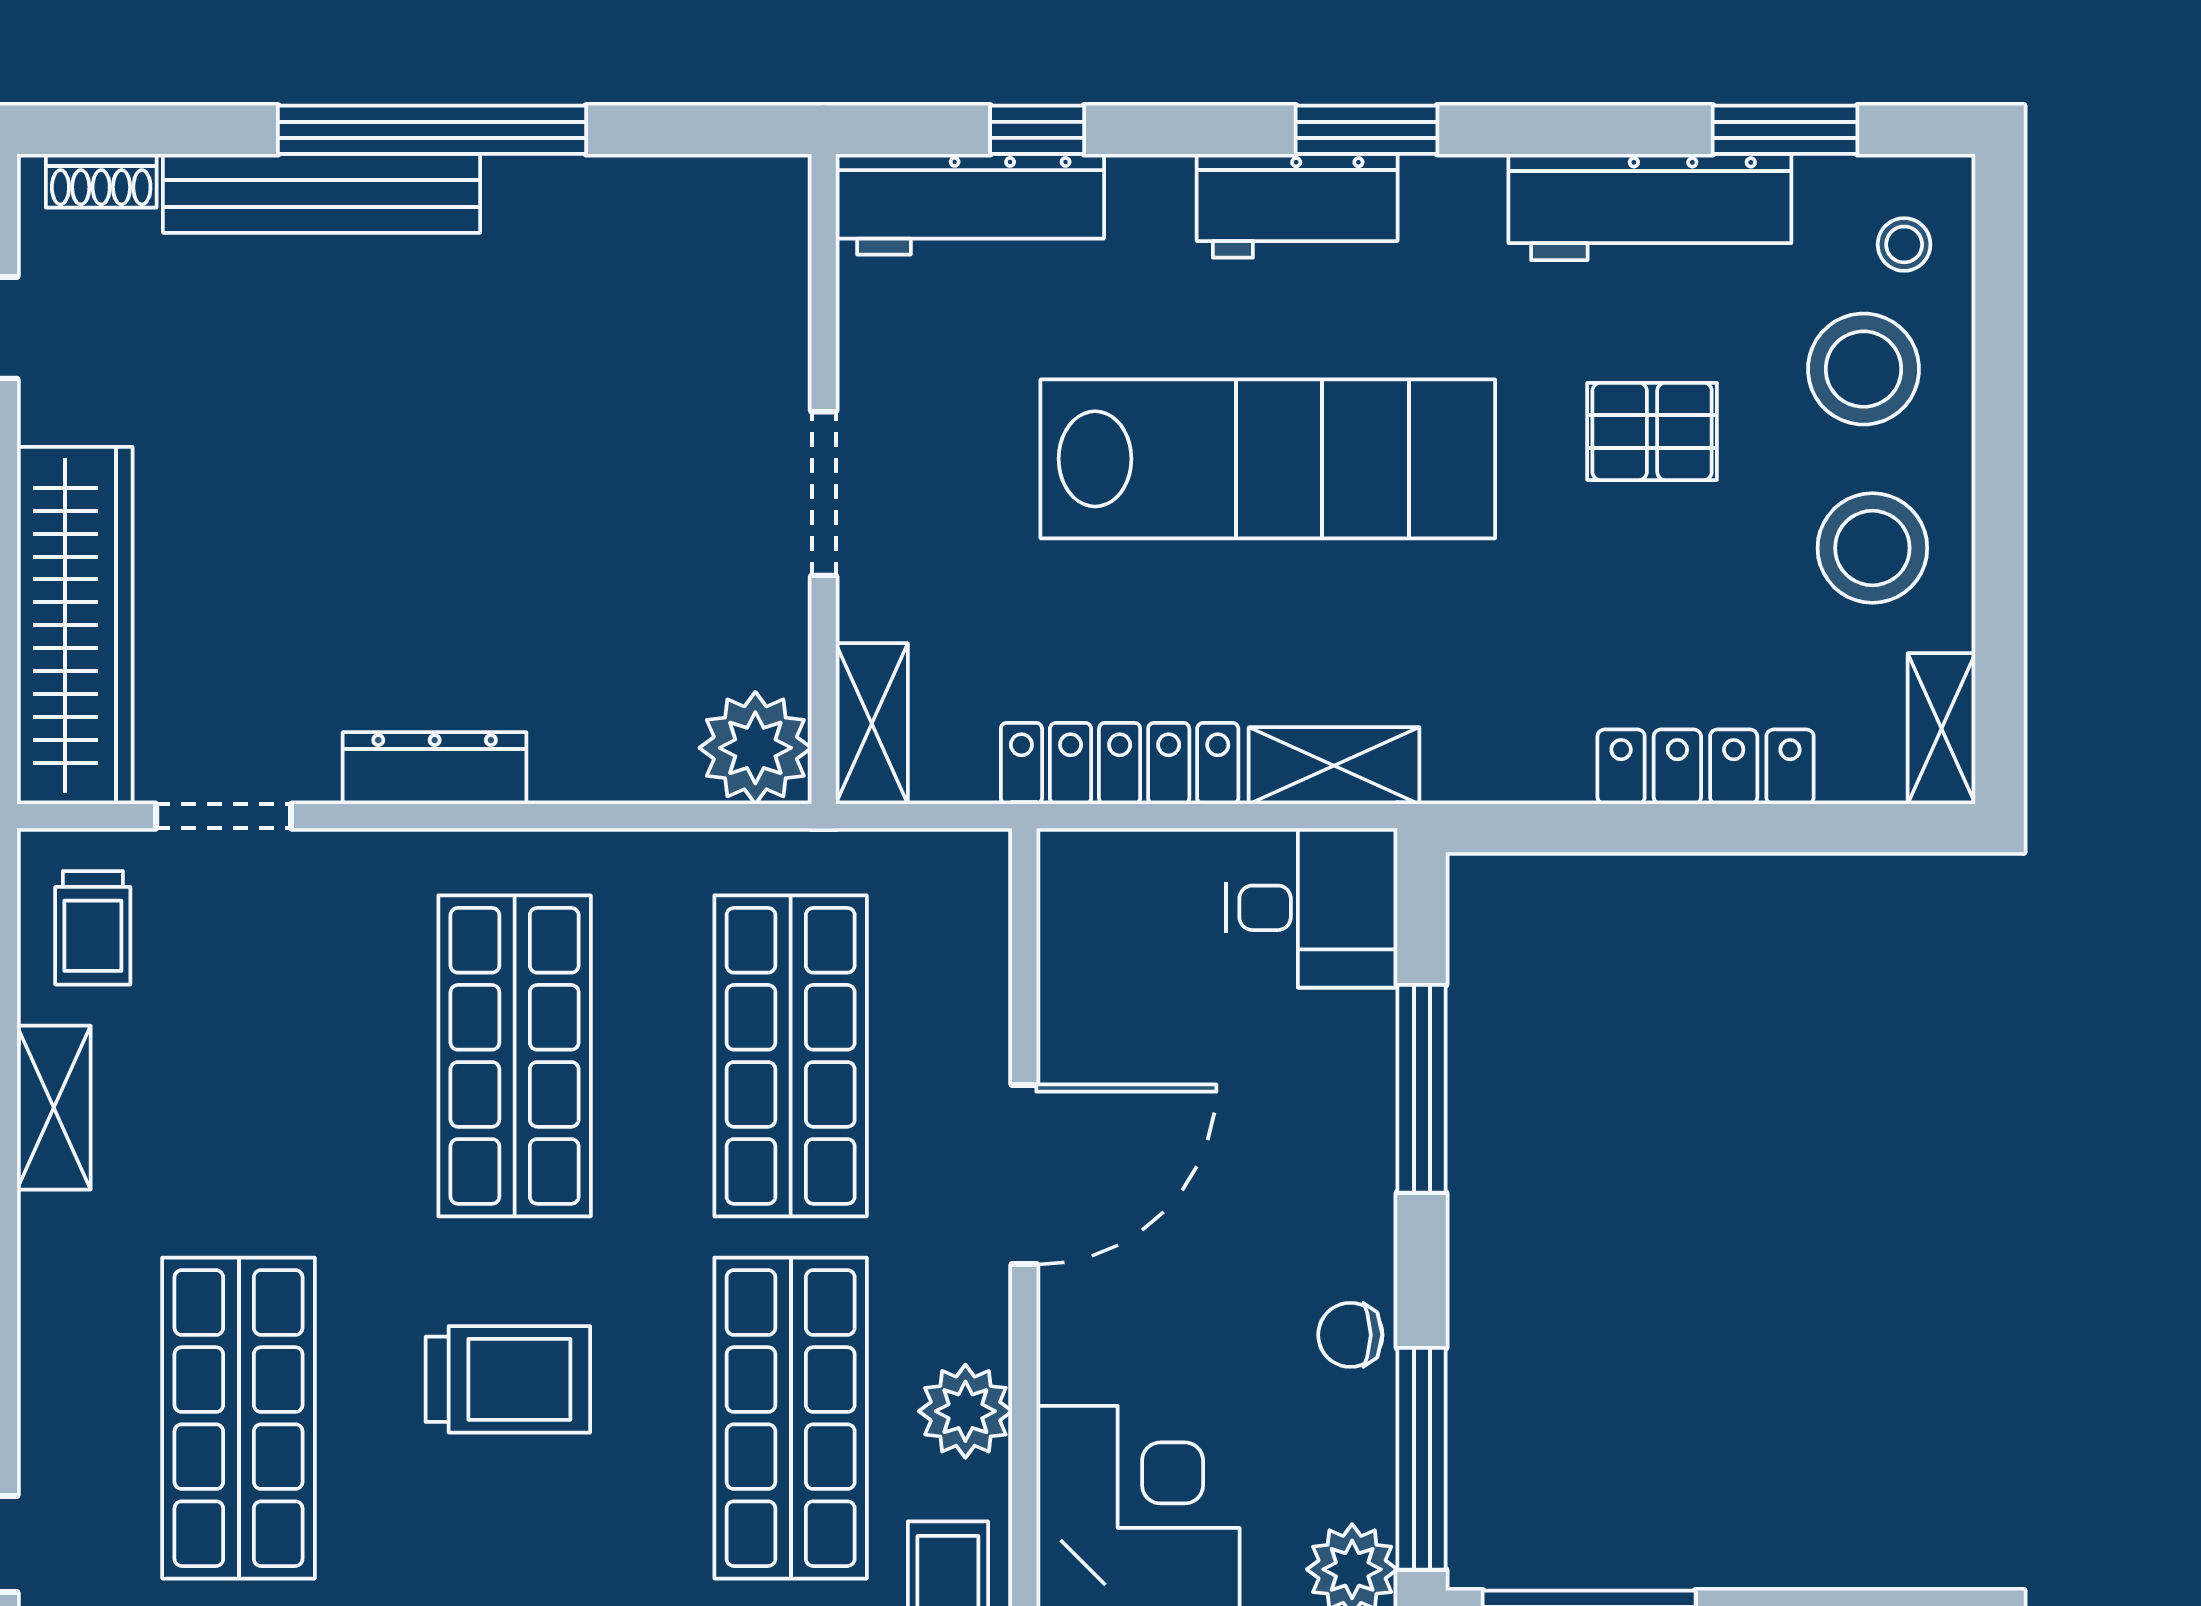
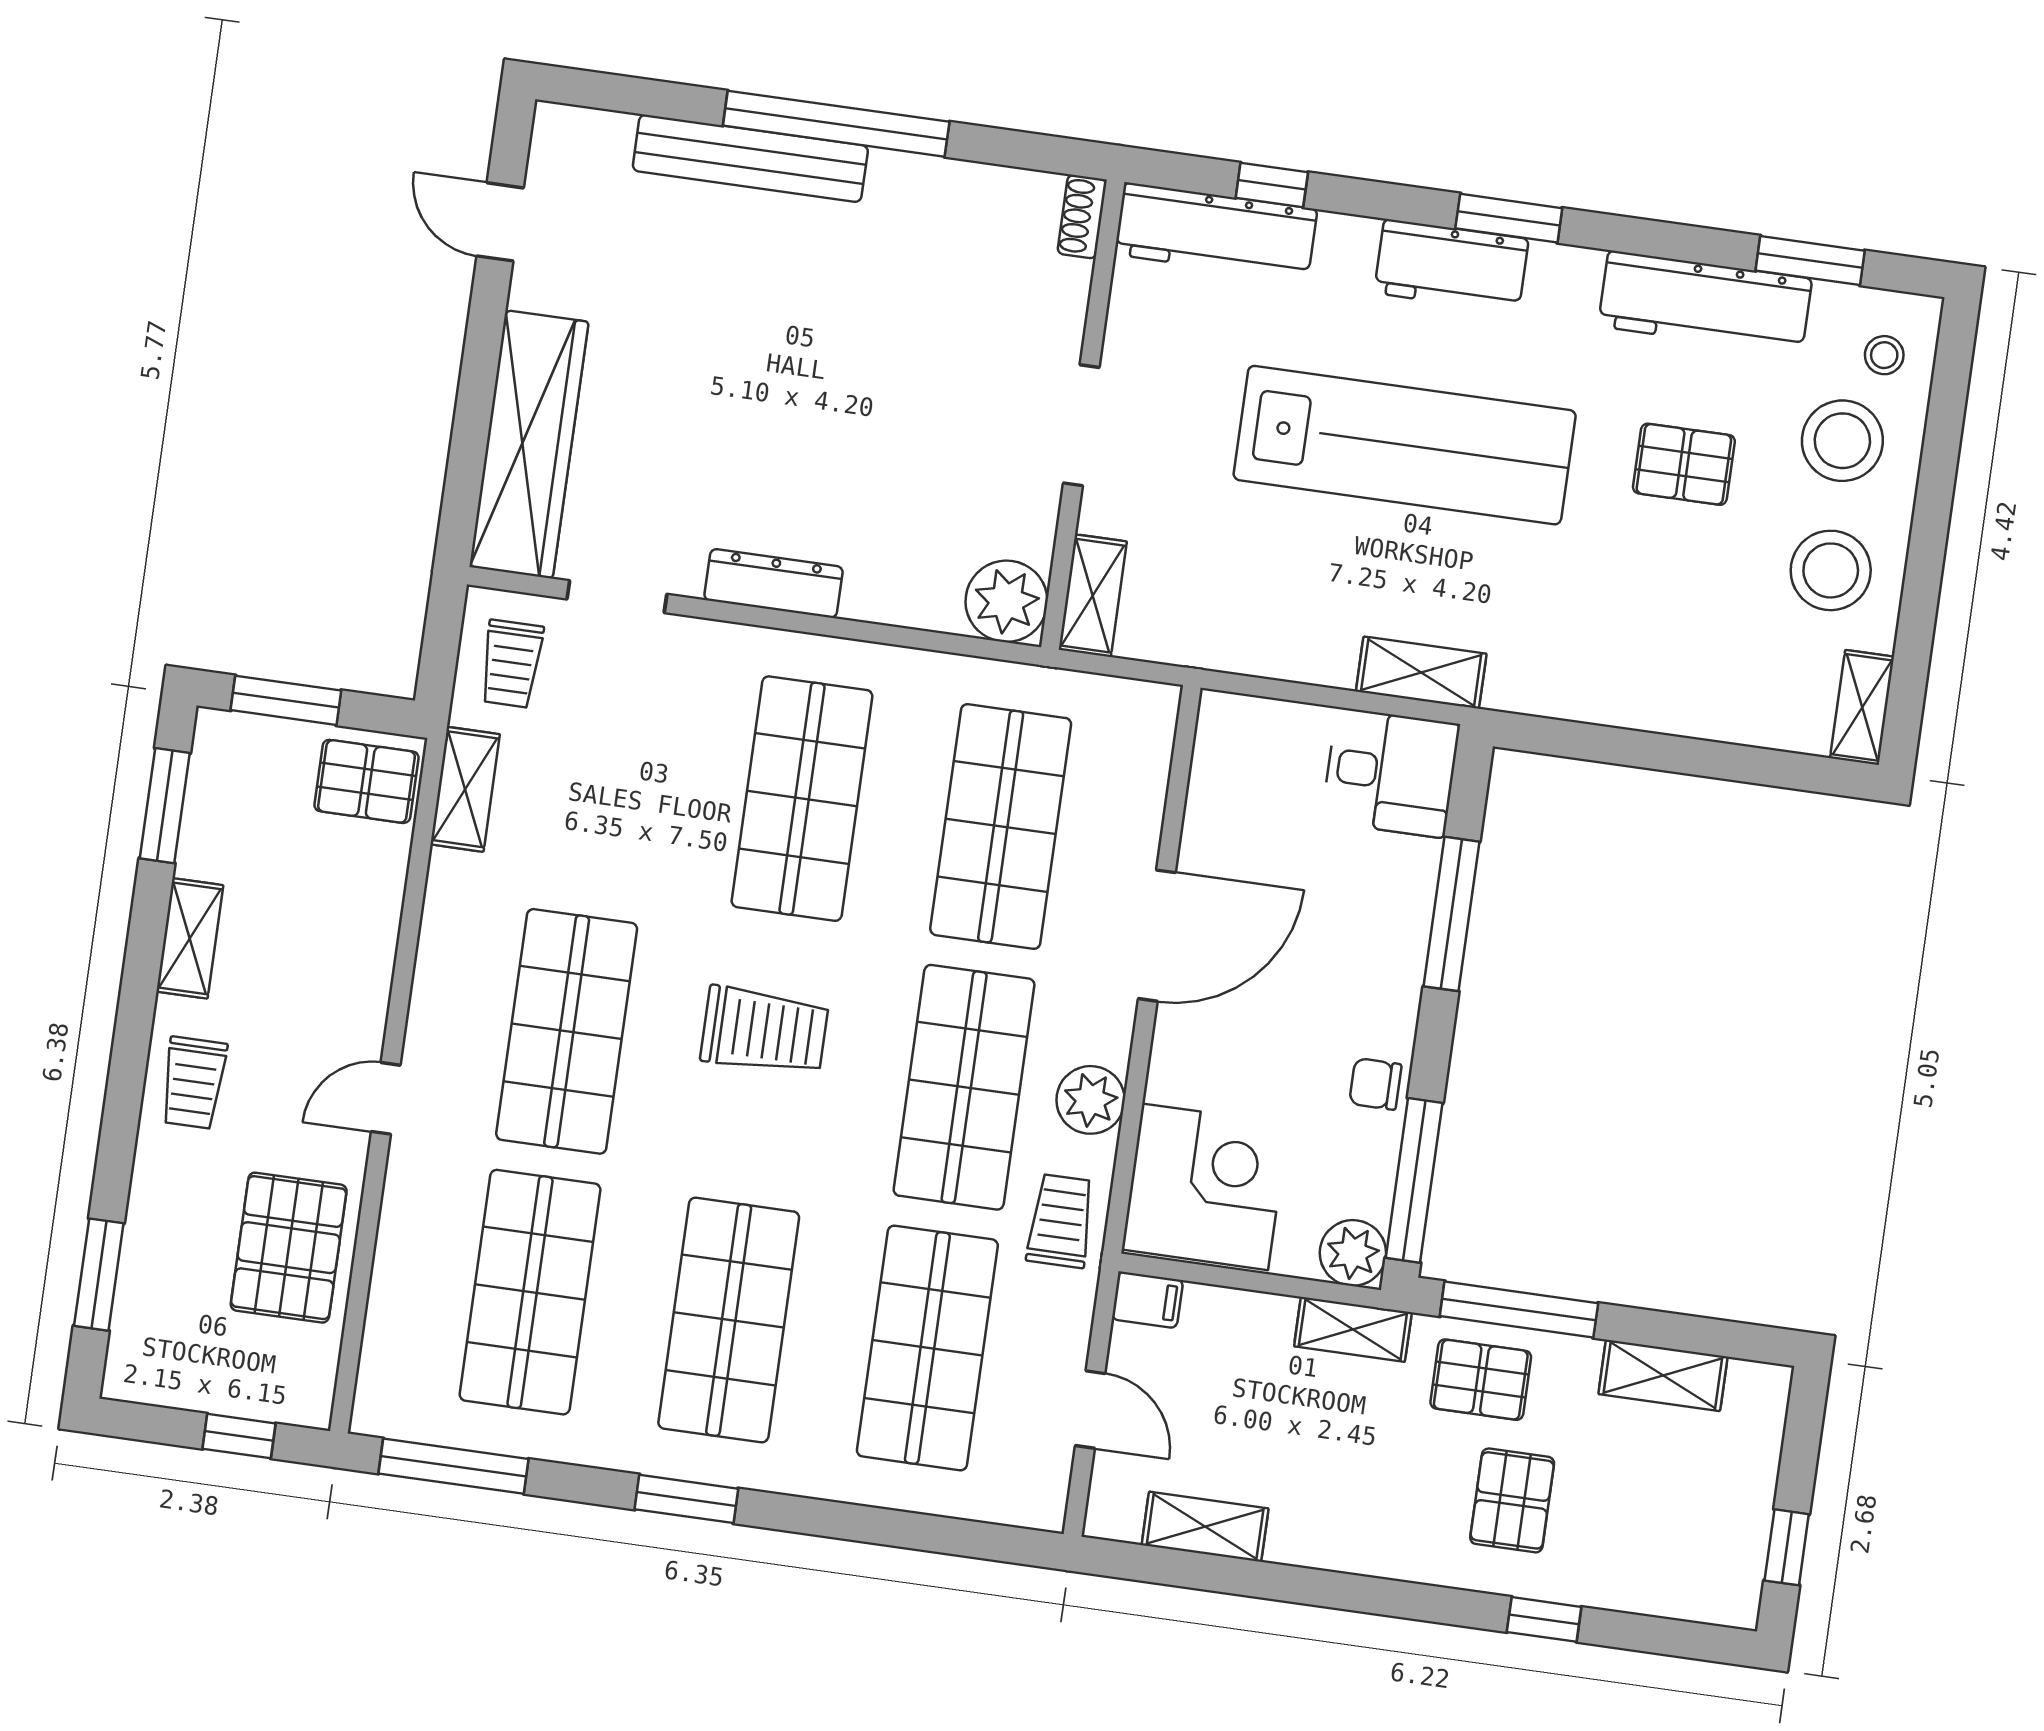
shoe rack: (101, 181) -> (1082, 217), moved, turned 90
locker: (1120, 763) -> (1267, 649), removed
locker: (1706, 767) -> (1688, 711), removed

